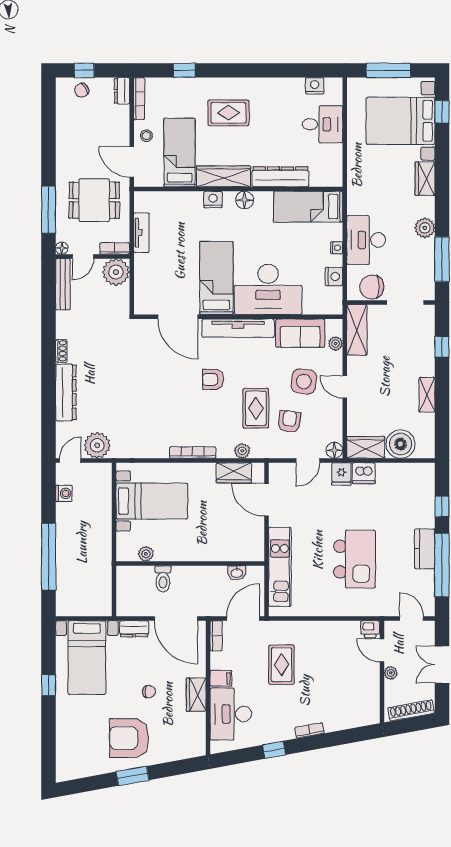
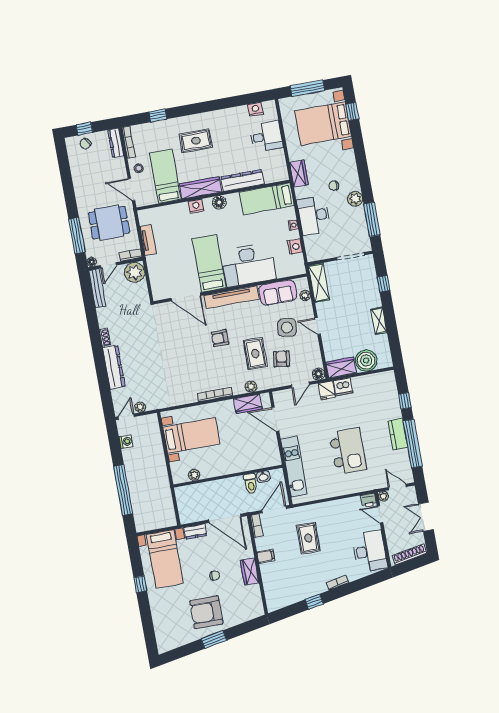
dresser: (122, 91) -> (116, 143), width x1.44
wardrobe: (425, 179) -> (299, 174), moved, turned 180
chair: (372, 287) -> (334, 186), moved, width x0.54, depth x0.54
plant: (97, 445) -> (140, 407), width x0.53, depth x0.53
toilet: (163, 579) -> (251, 484), moved
plant: (391, 673) -> (383, 496), moved
desk: (231, 714) -> (370, 551), moved, turned 180

